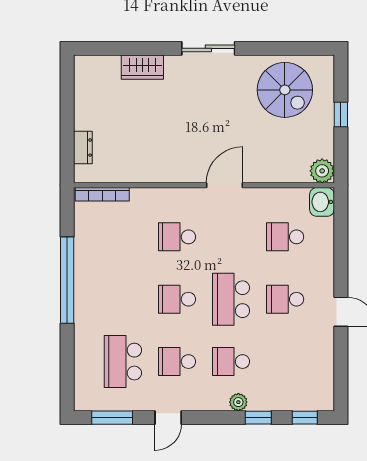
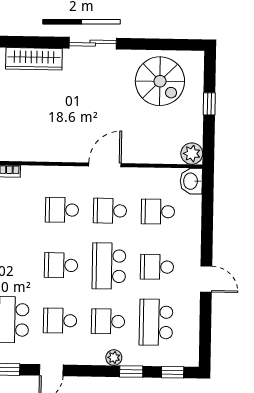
wardrobe: (142, 67) -> (34, 59), width x1.50
school desk: (231, 237) -> (110, 211), added
school desk: (285, 362) -> (156, 322), added

